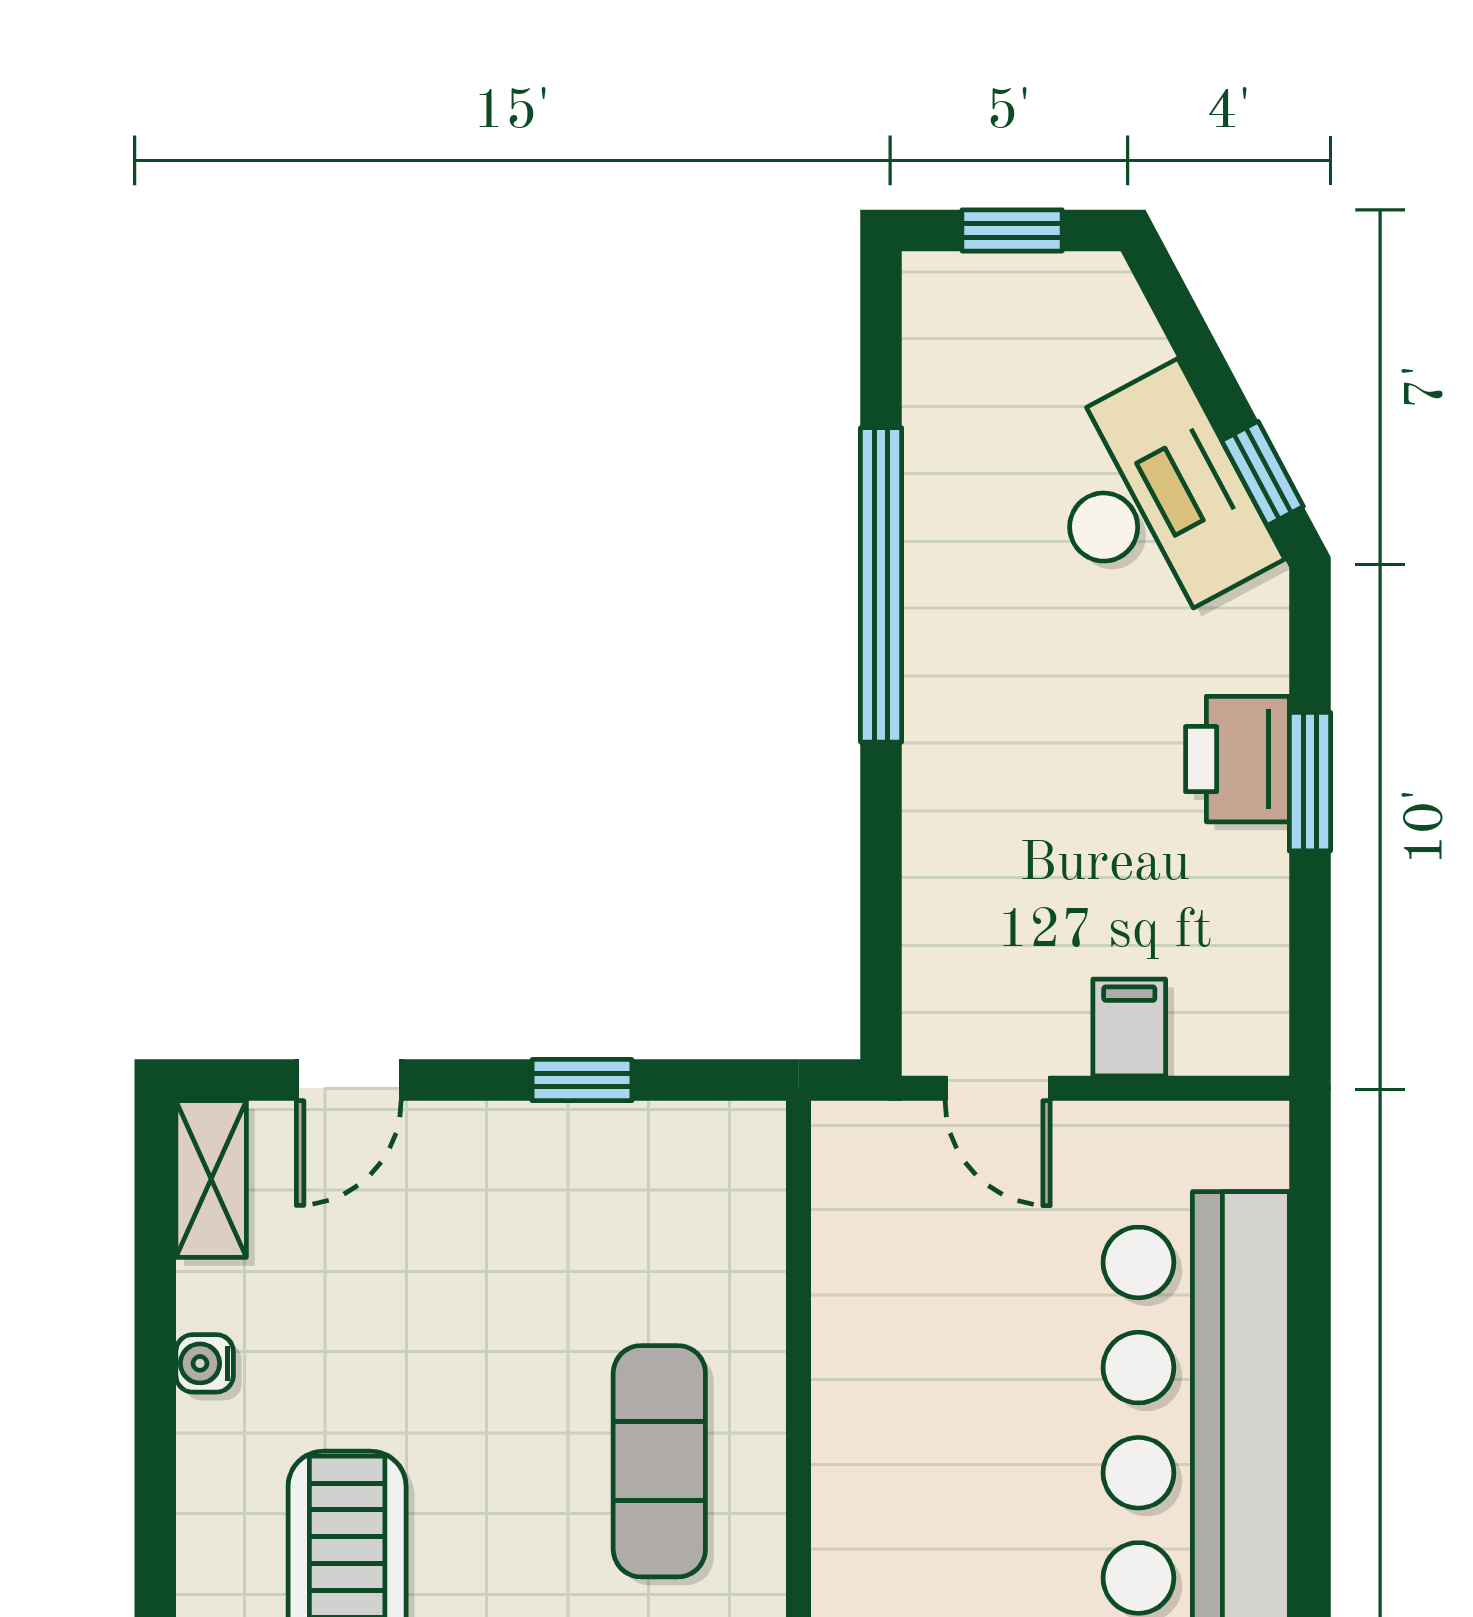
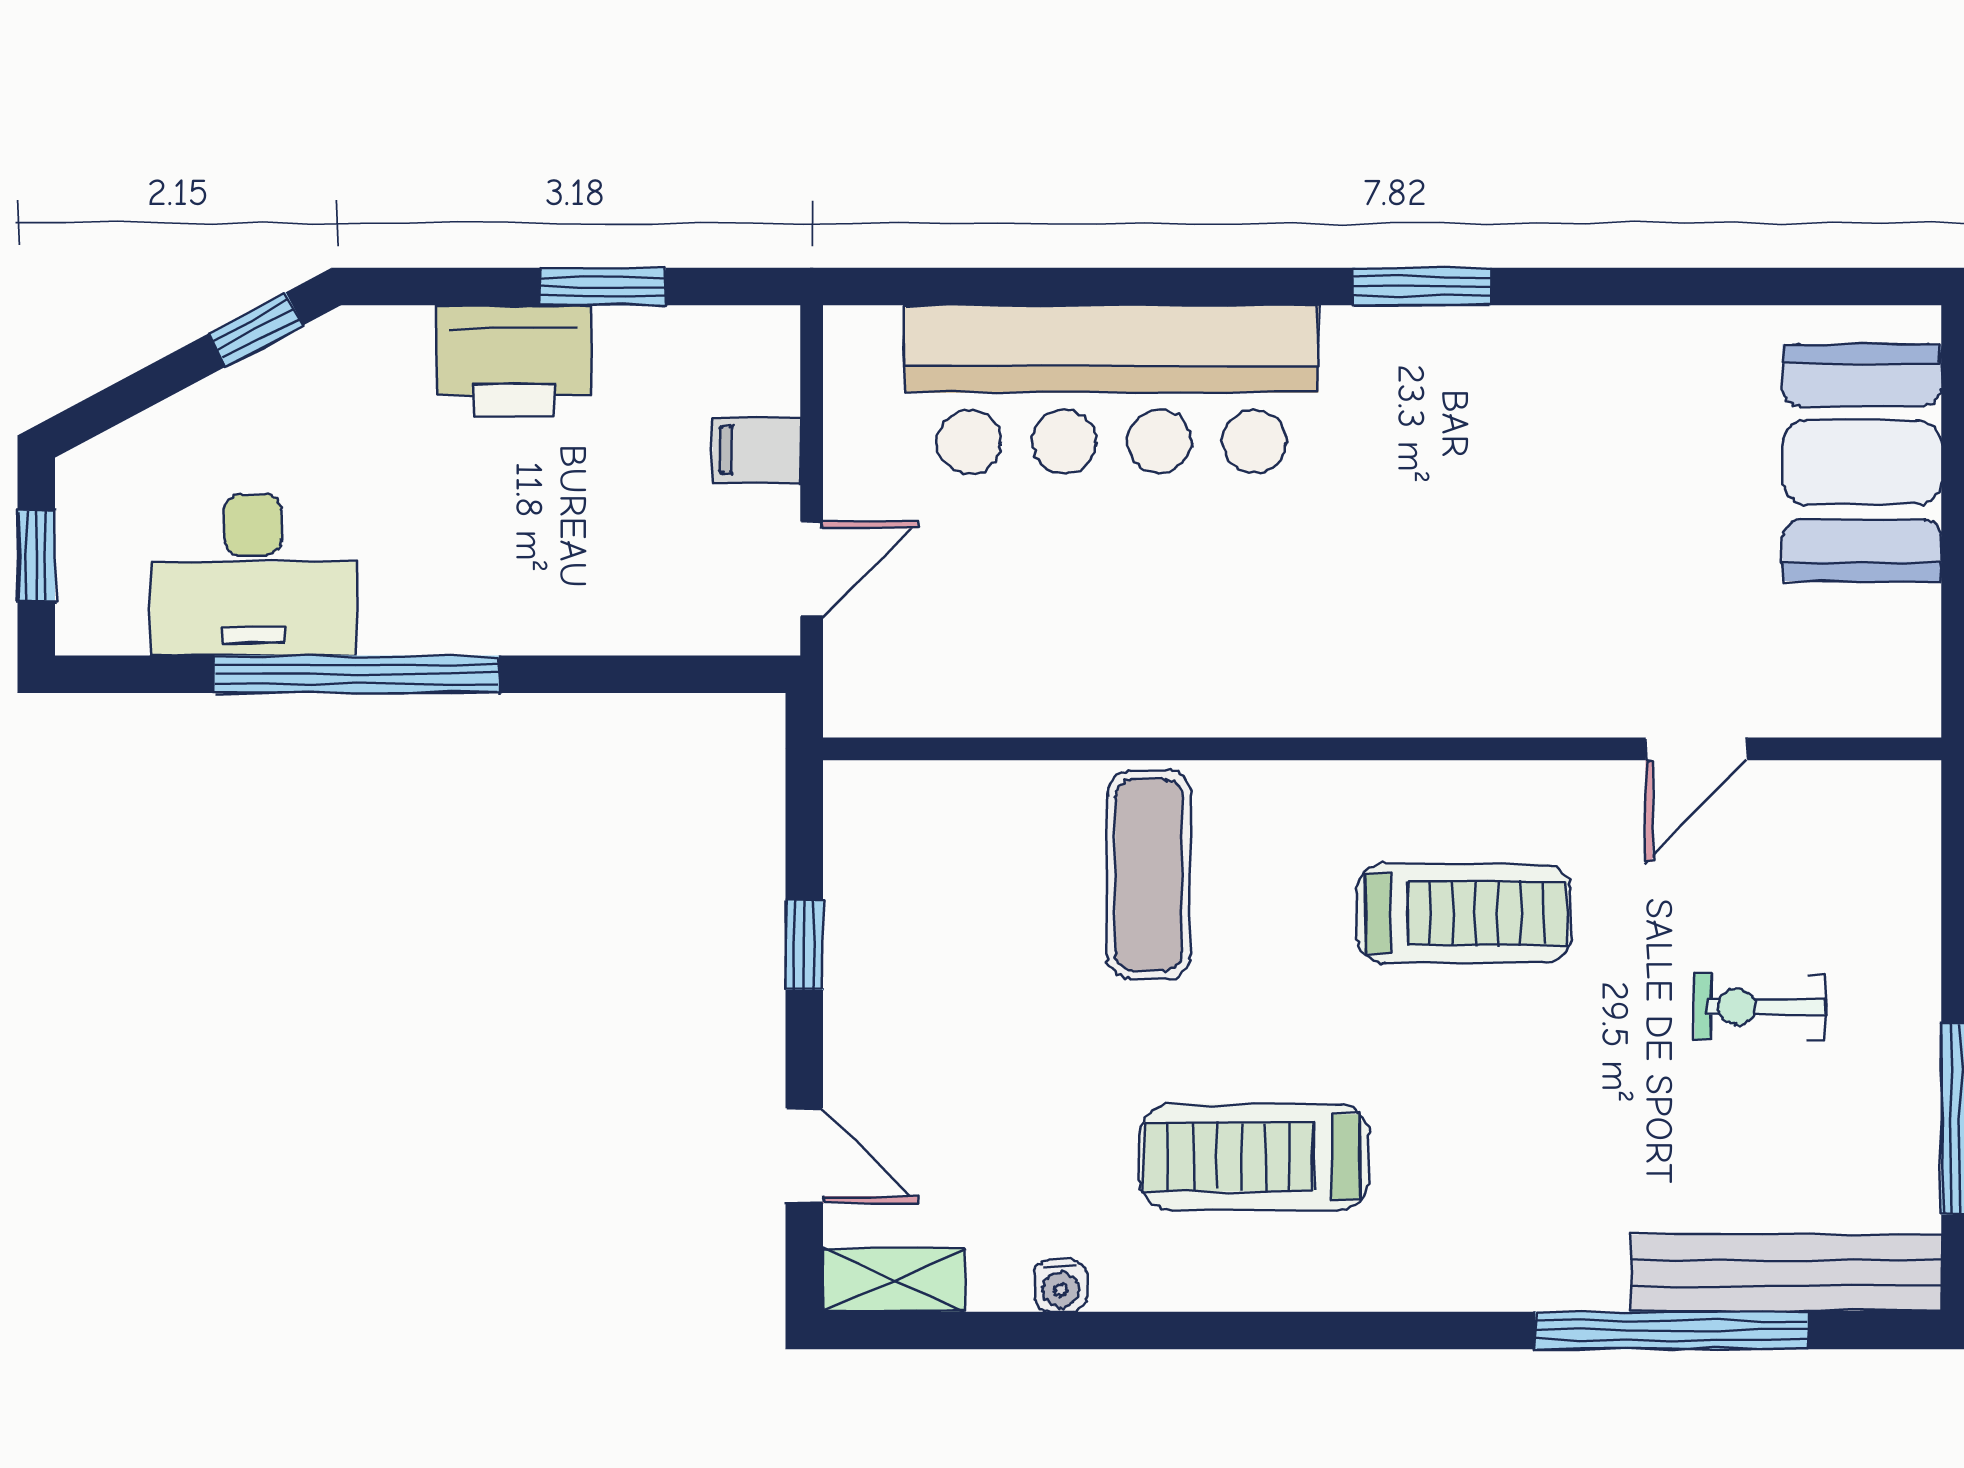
desk: (1153, 501) -> (253, 575), moved, turned -152
printer: (1237, 759) -> (514, 361), width x1.37, depth x1.19
window: (1310, 782) -> (603, 287), moved
exercise mat: (659, 1461) -> (1149, 875), turned 90

